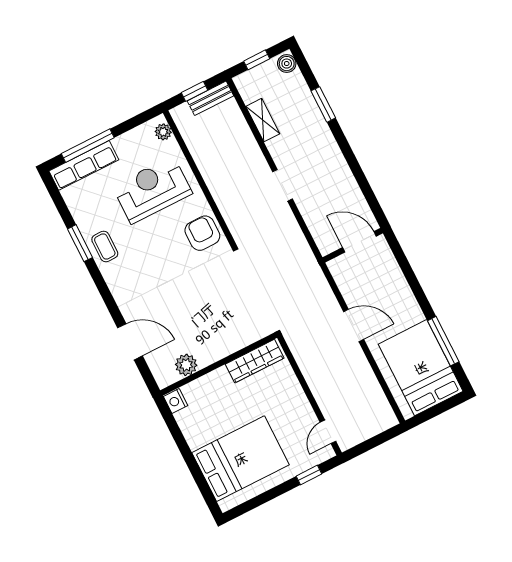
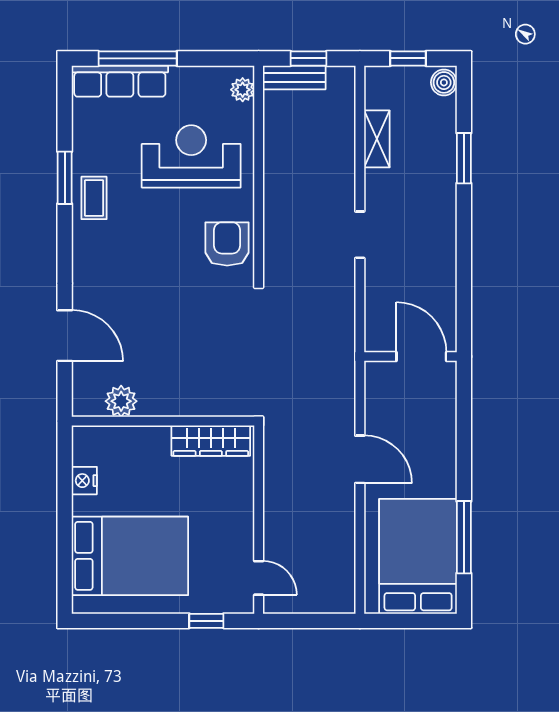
bench: (210, 98) -> (294, 77), moved
nightstand: (176, 401) -> (84, 481), moved
door: (328, 432) -> (259, 578), swing flipped

